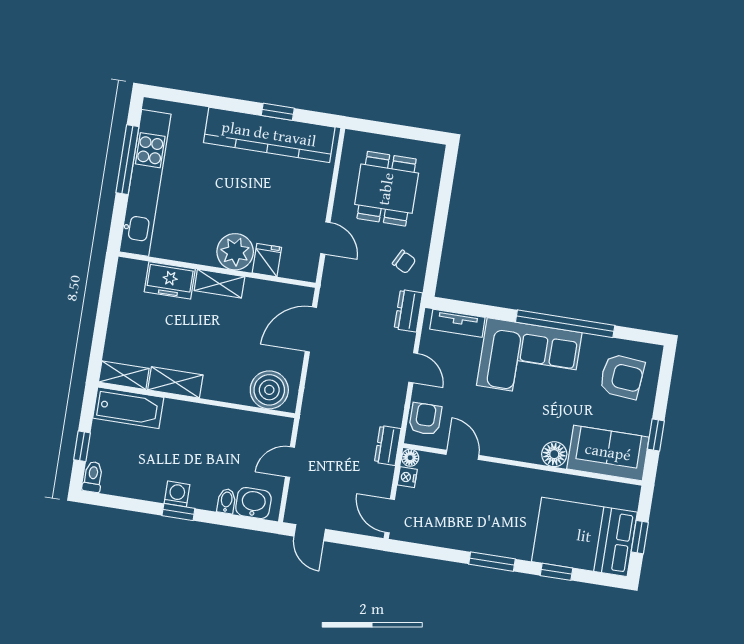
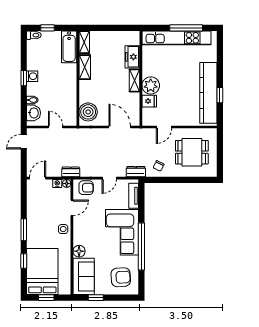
armchair: (622, 377) -> (121, 277), turned -98
side table: (503, 480) -> (63, 229), added

